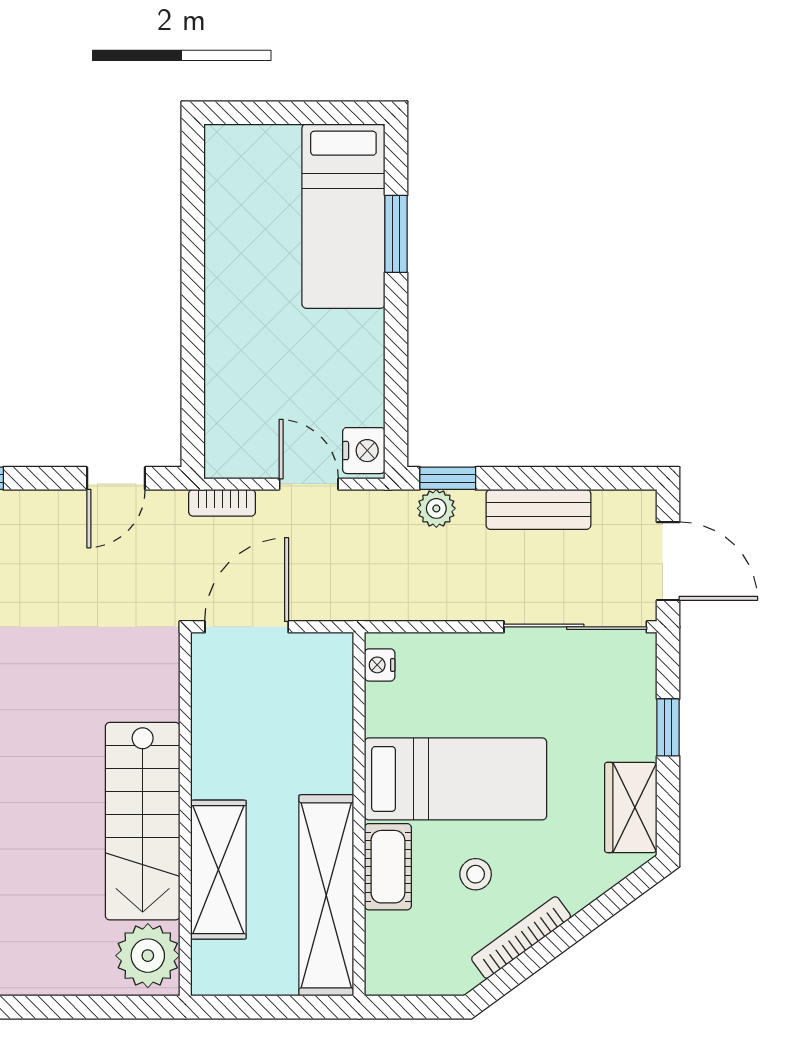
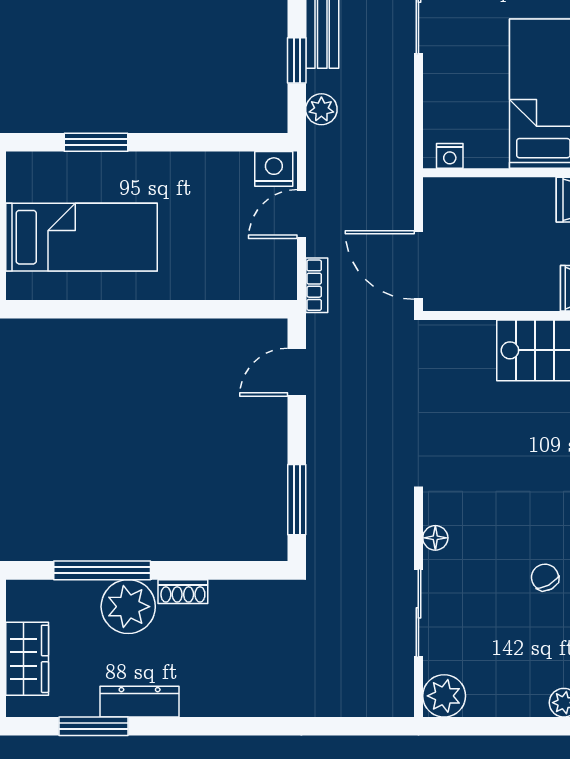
bed: (343, 216) -> (81, 237), moved
door: (116, 478) -> (297, 372), swing flipped
window: (448, 478) -> (297, 60), moved

